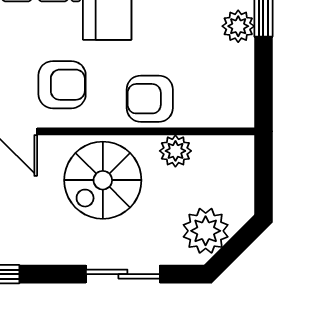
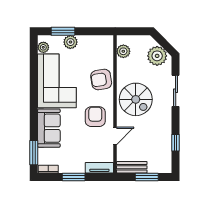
armchair: (150, 99) -> (101, 80), turned 81
plant: (175, 151) -> (123, 51), moved

